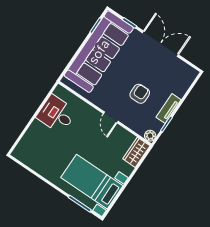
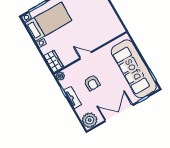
double door: (160, 44) -> (119, 113), swing flipped
plant: (186, 75) -> (90, 120), added
desk: (56, 114) -> (106, 20), removed

